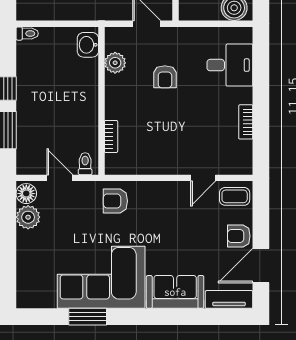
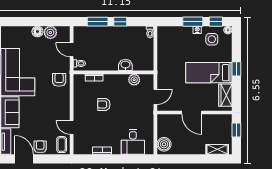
washbasin: (88, 45) -> (125, 65), moved
armchair: (165, 77) -> (104, 104), moved
door: (60, 178) -> (72, 50), swing flipped
floor lamp: (26, 194) -> (37, 31), moved

